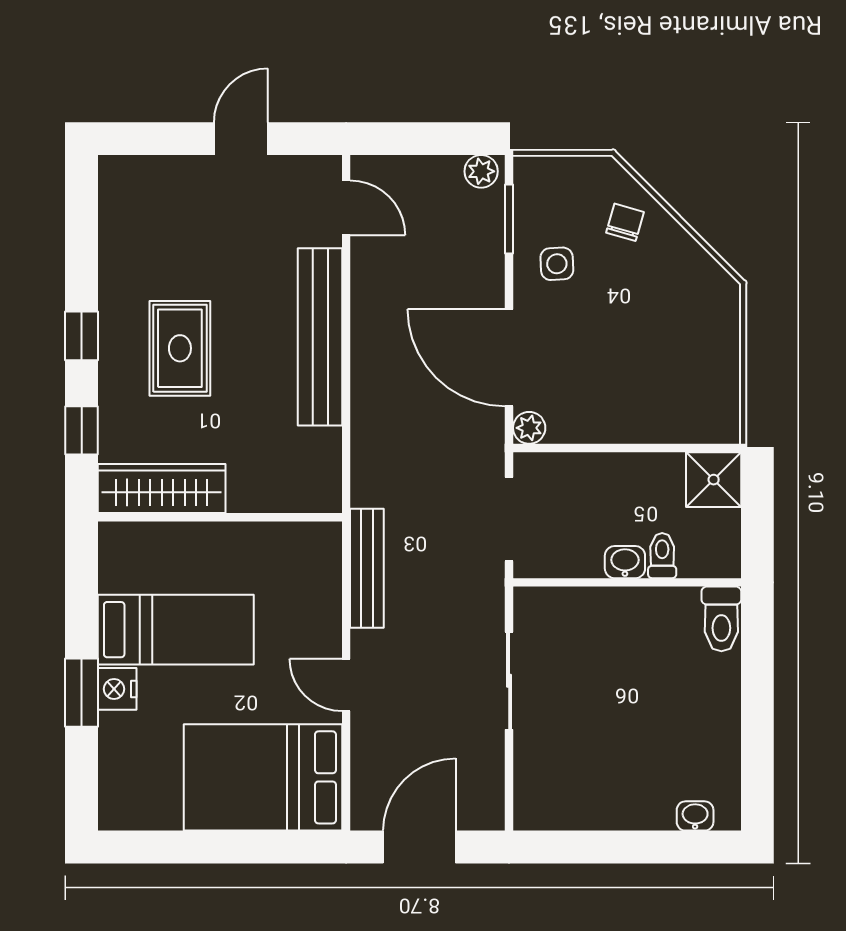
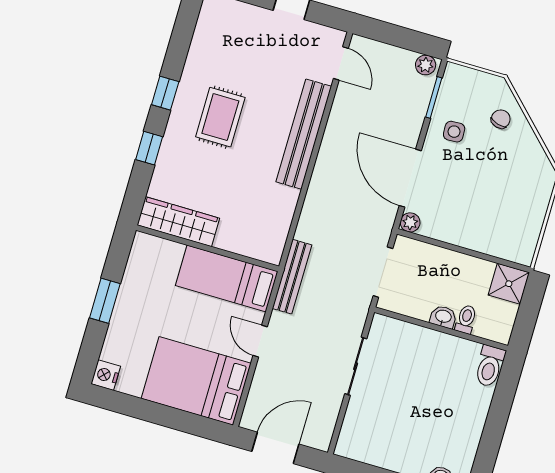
wardrobe: (162, 488) -> (178, 222), moved
wall: (220, 517) -> (207, 248), moved
bed: (176, 630) -> (227, 278), moved, turned 180
nightstand: (117, 689) -> (106, 375), moved

